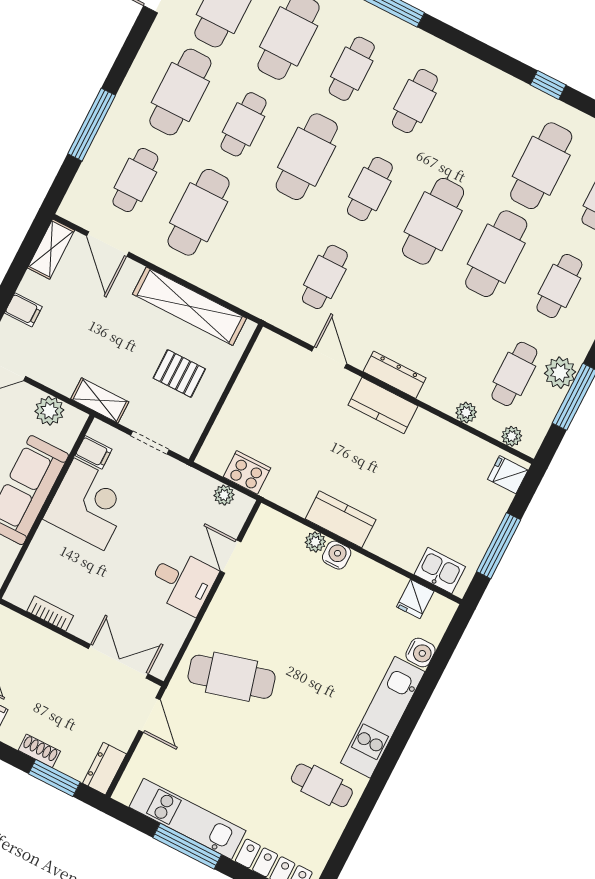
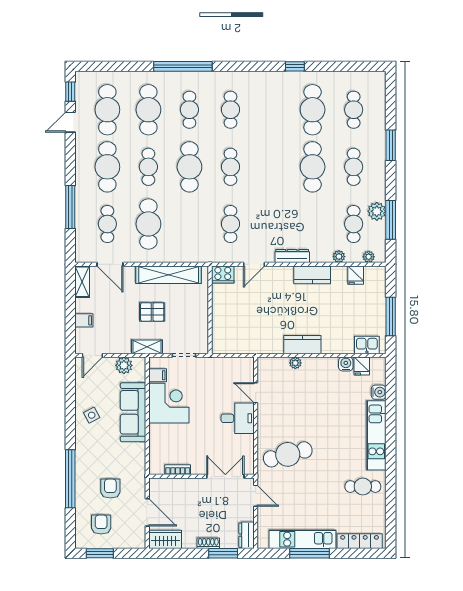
cafe table: (433, 221) -> (272, 167), removed
door: (329, 357) -> (254, 264), swing flipped
pallet: (179, 373) -> (152, 312), moved
kitchen counter: (383, 406) -> (312, 275), moved
cooker: (247, 472) -> (223, 274), moved, turned 180
fridge: (508, 475) -> (356, 275), moved, turned -90
plant: (224, 495) -> (236, 363), removed
water cooler: (337, 555) -> (346, 364), moved

